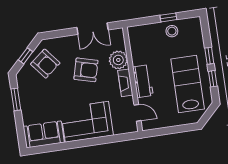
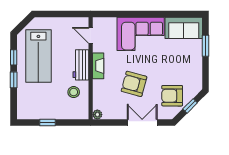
double door: (92, 29) -> (142, 122), moved
stool: (172, 31) -> (74, 92), moved
plant: (118, 60) -> (97, 115), moved, width x0.53, depth x0.53
armchair: (45, 64) -> (172, 96), turned -51
window: (16, 99) -> (205, 46), moved

